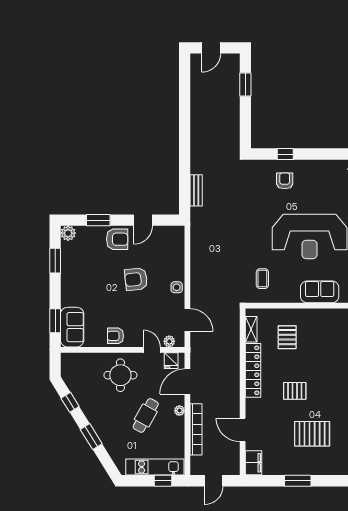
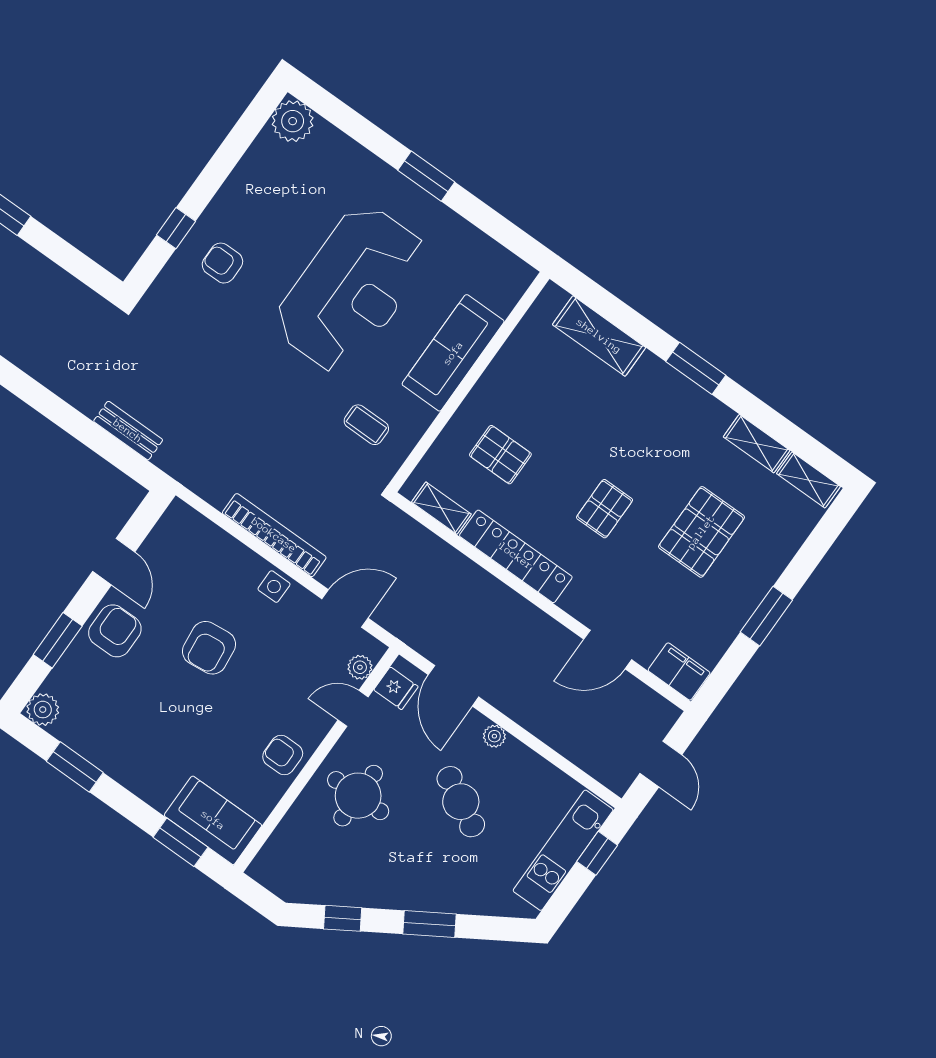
sofa: (320, 292) -> (453, 353), width x1.36
armchair: (115, 336) -> (283, 755), turned 90
bookcase: (196, 429) -> (274, 535), moved

